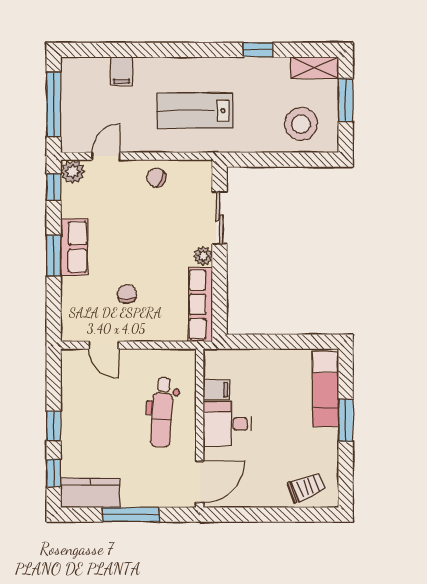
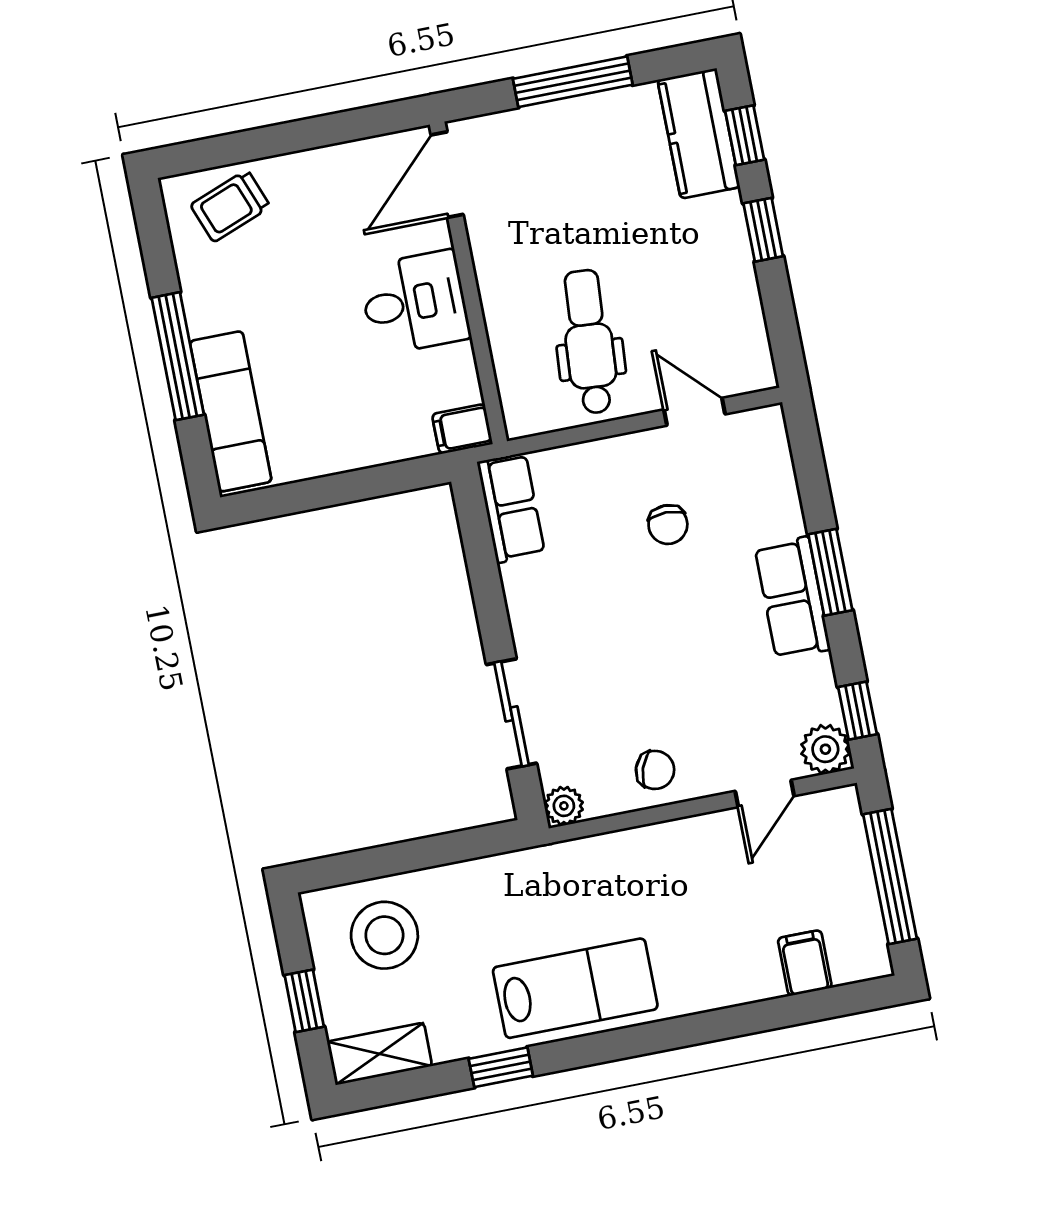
filing cabinet: (122, 71) -> (805, 963), moved
window: (346, 100) -> (304, 1001), width x0.67
lab bench: (195, 111) -> (575, 988), moved
plant: (203, 256) -> (564, 806), moved
row of seats: (200, 304) -> (511, 508), width x0.68
filing cabinet: (216, 390) -> (462, 429), moved
dental chair: (162, 412) -> (589, 342), moved
window: (346, 420) -> (178, 356), width x1.44
kitchen counter: (90, 493) -> (699, 133), moved, turned 90

